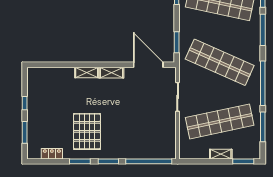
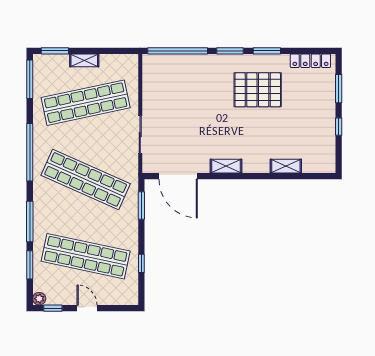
shelving: (87, 73) -> (286, 166), moved
window: (263, 127) -> (30, 79), moved
pallet: (87, 131) -> (258, 90), turned 90
locker: (52, 154) -> (310, 61), width x1.53

